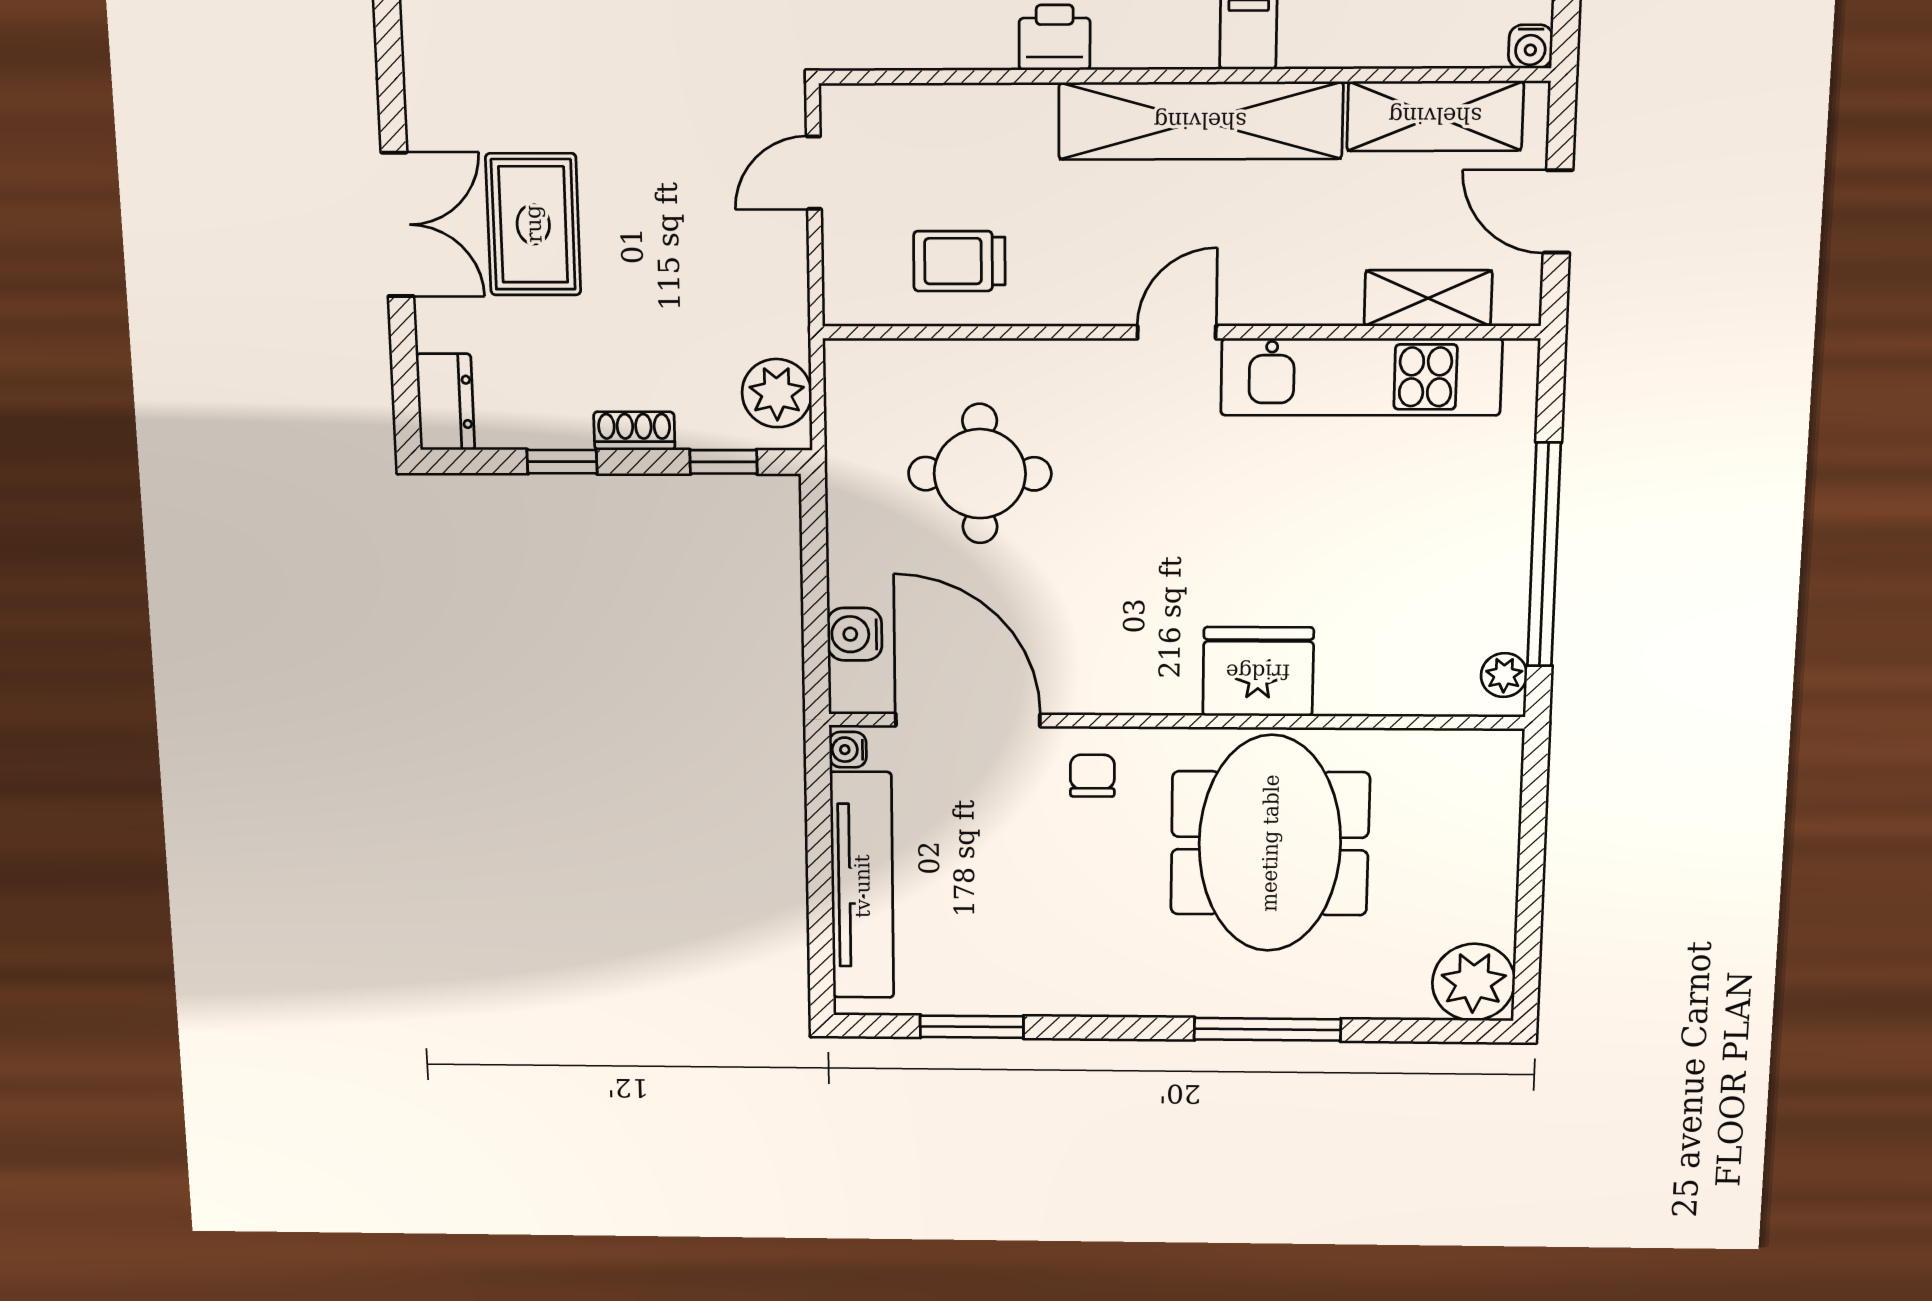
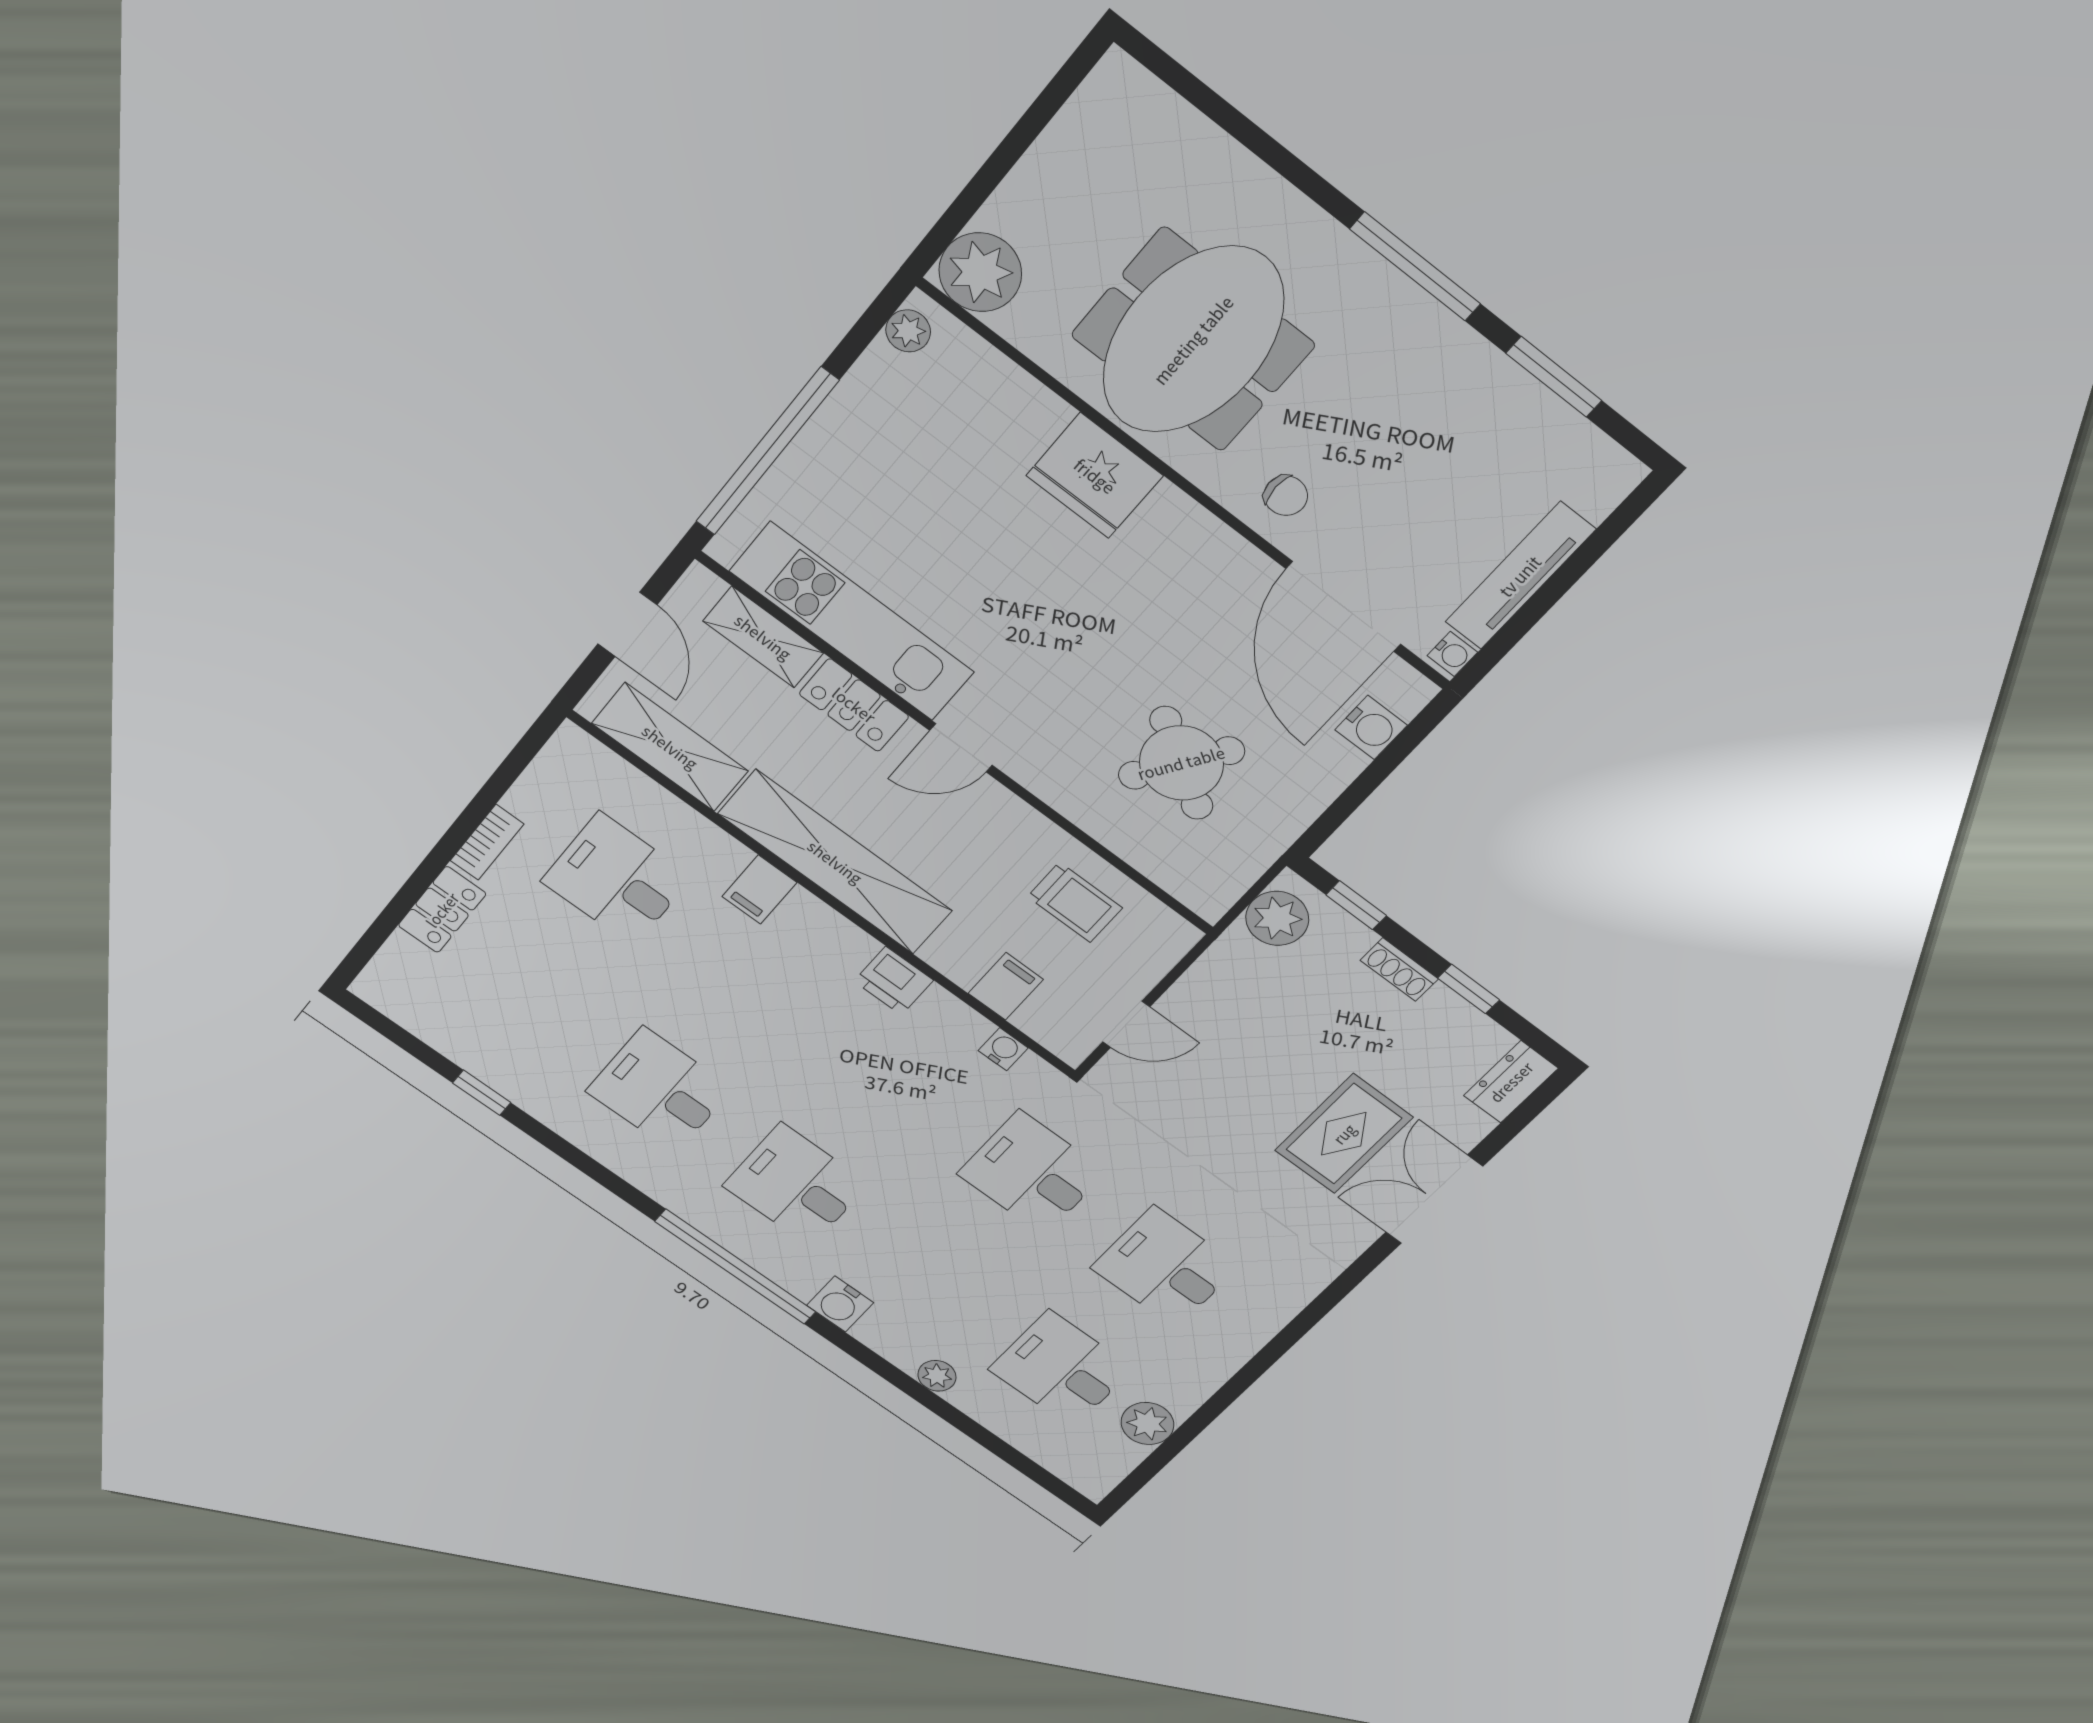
water cooler: (1530, 47) -> (1003, 1049), moved
filing cabinet: (950, 120) -> (1006, 986), added
locker: (1301, 297) -> (854, 705), added
round table: (980, 474) -> (1181, 763), turned 33
window: (1544, 555) -> (767, 451), moved
chair: (1092, 776) -> (1286, 496), turned -90
tv unit: (862, 886) -> (1520, 576), width x0.73, depth x0.78
plant: (1474, 982) -> (980, 272), moved
window: (1267, 1029) -> (1415, 266), moved

